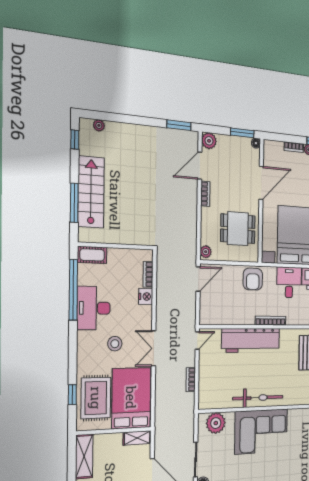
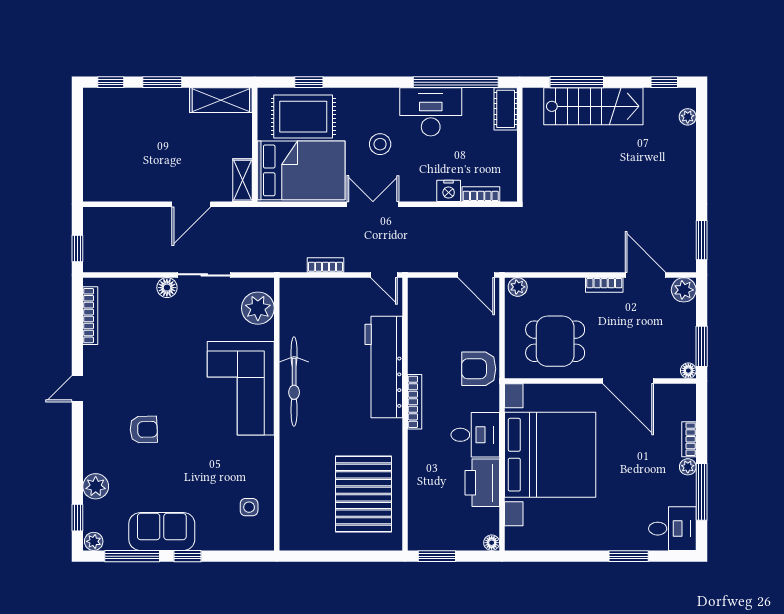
dining table: (238, 229) -> (555, 341), turned 90

